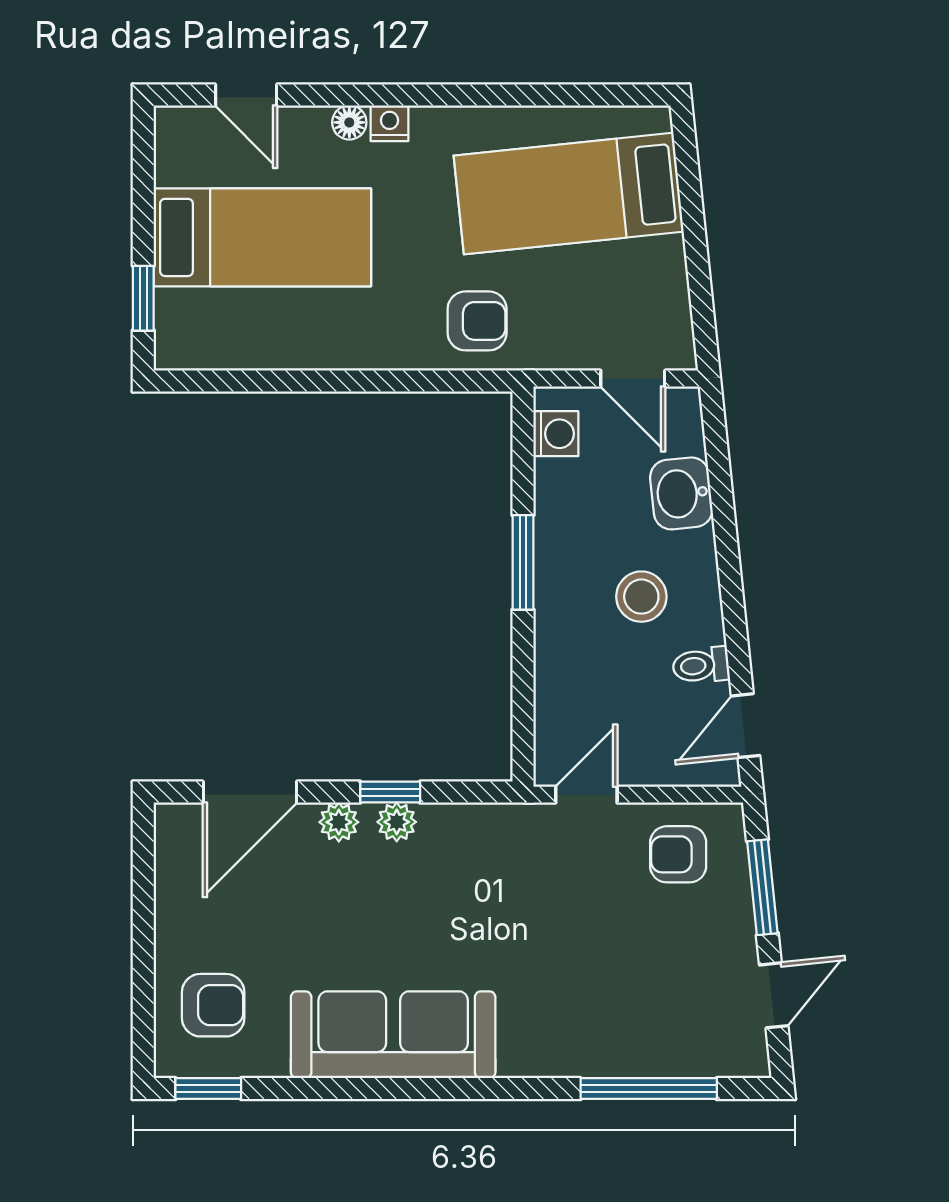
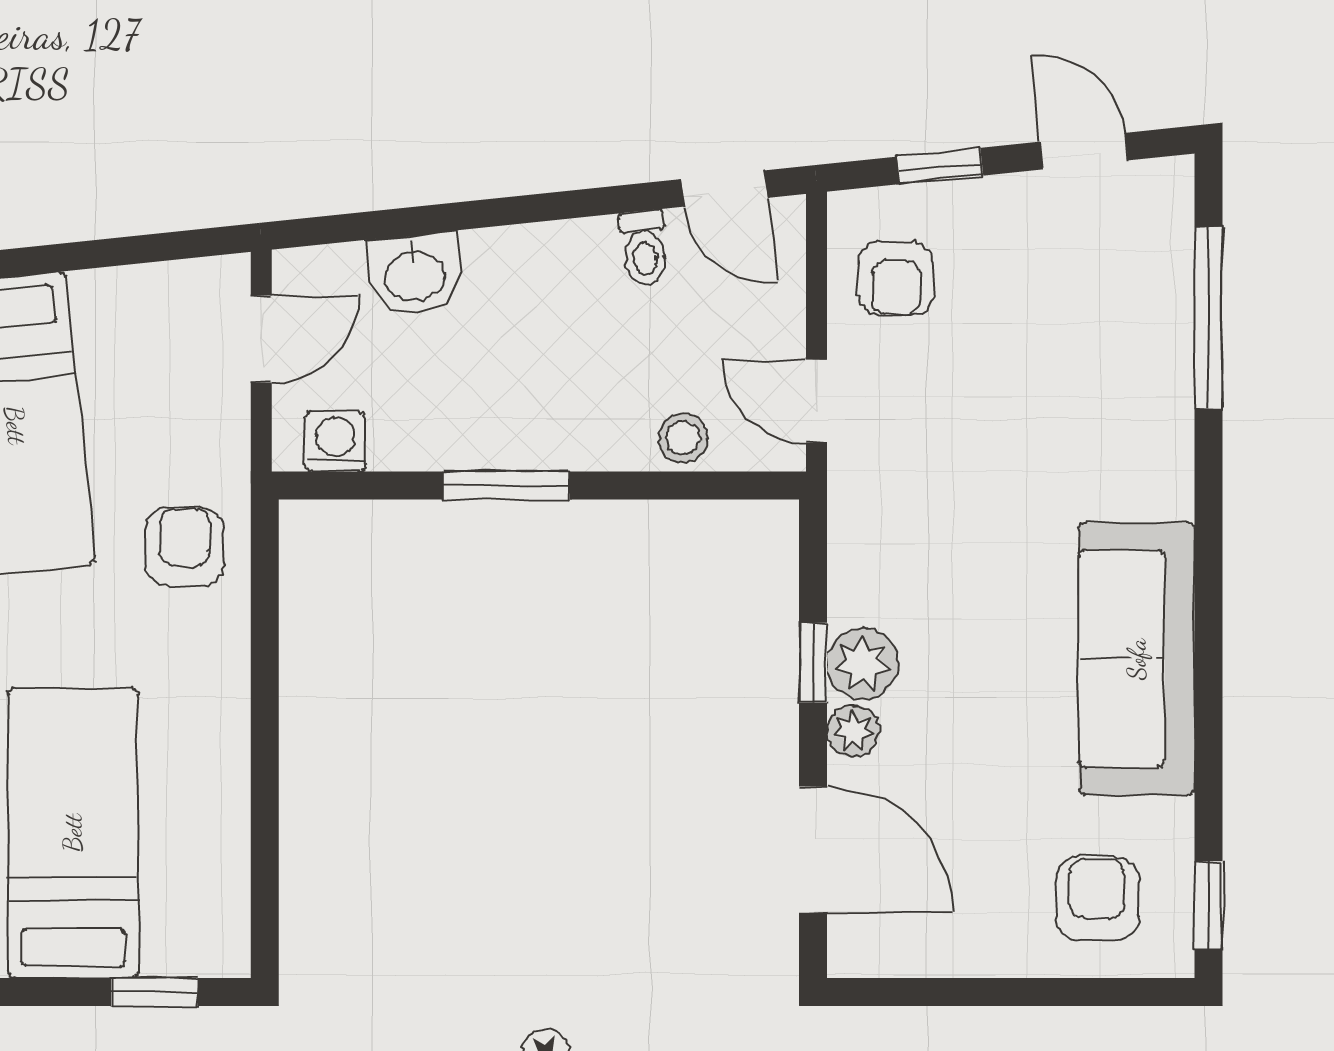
stool: (641, 597) -> (683, 438), moved, width x0.73, depth x0.73
plant: (397, 822) -> (863, 664), width x1.38, depth x1.38
window: (762, 887) -> (940, 166), width x0.67

